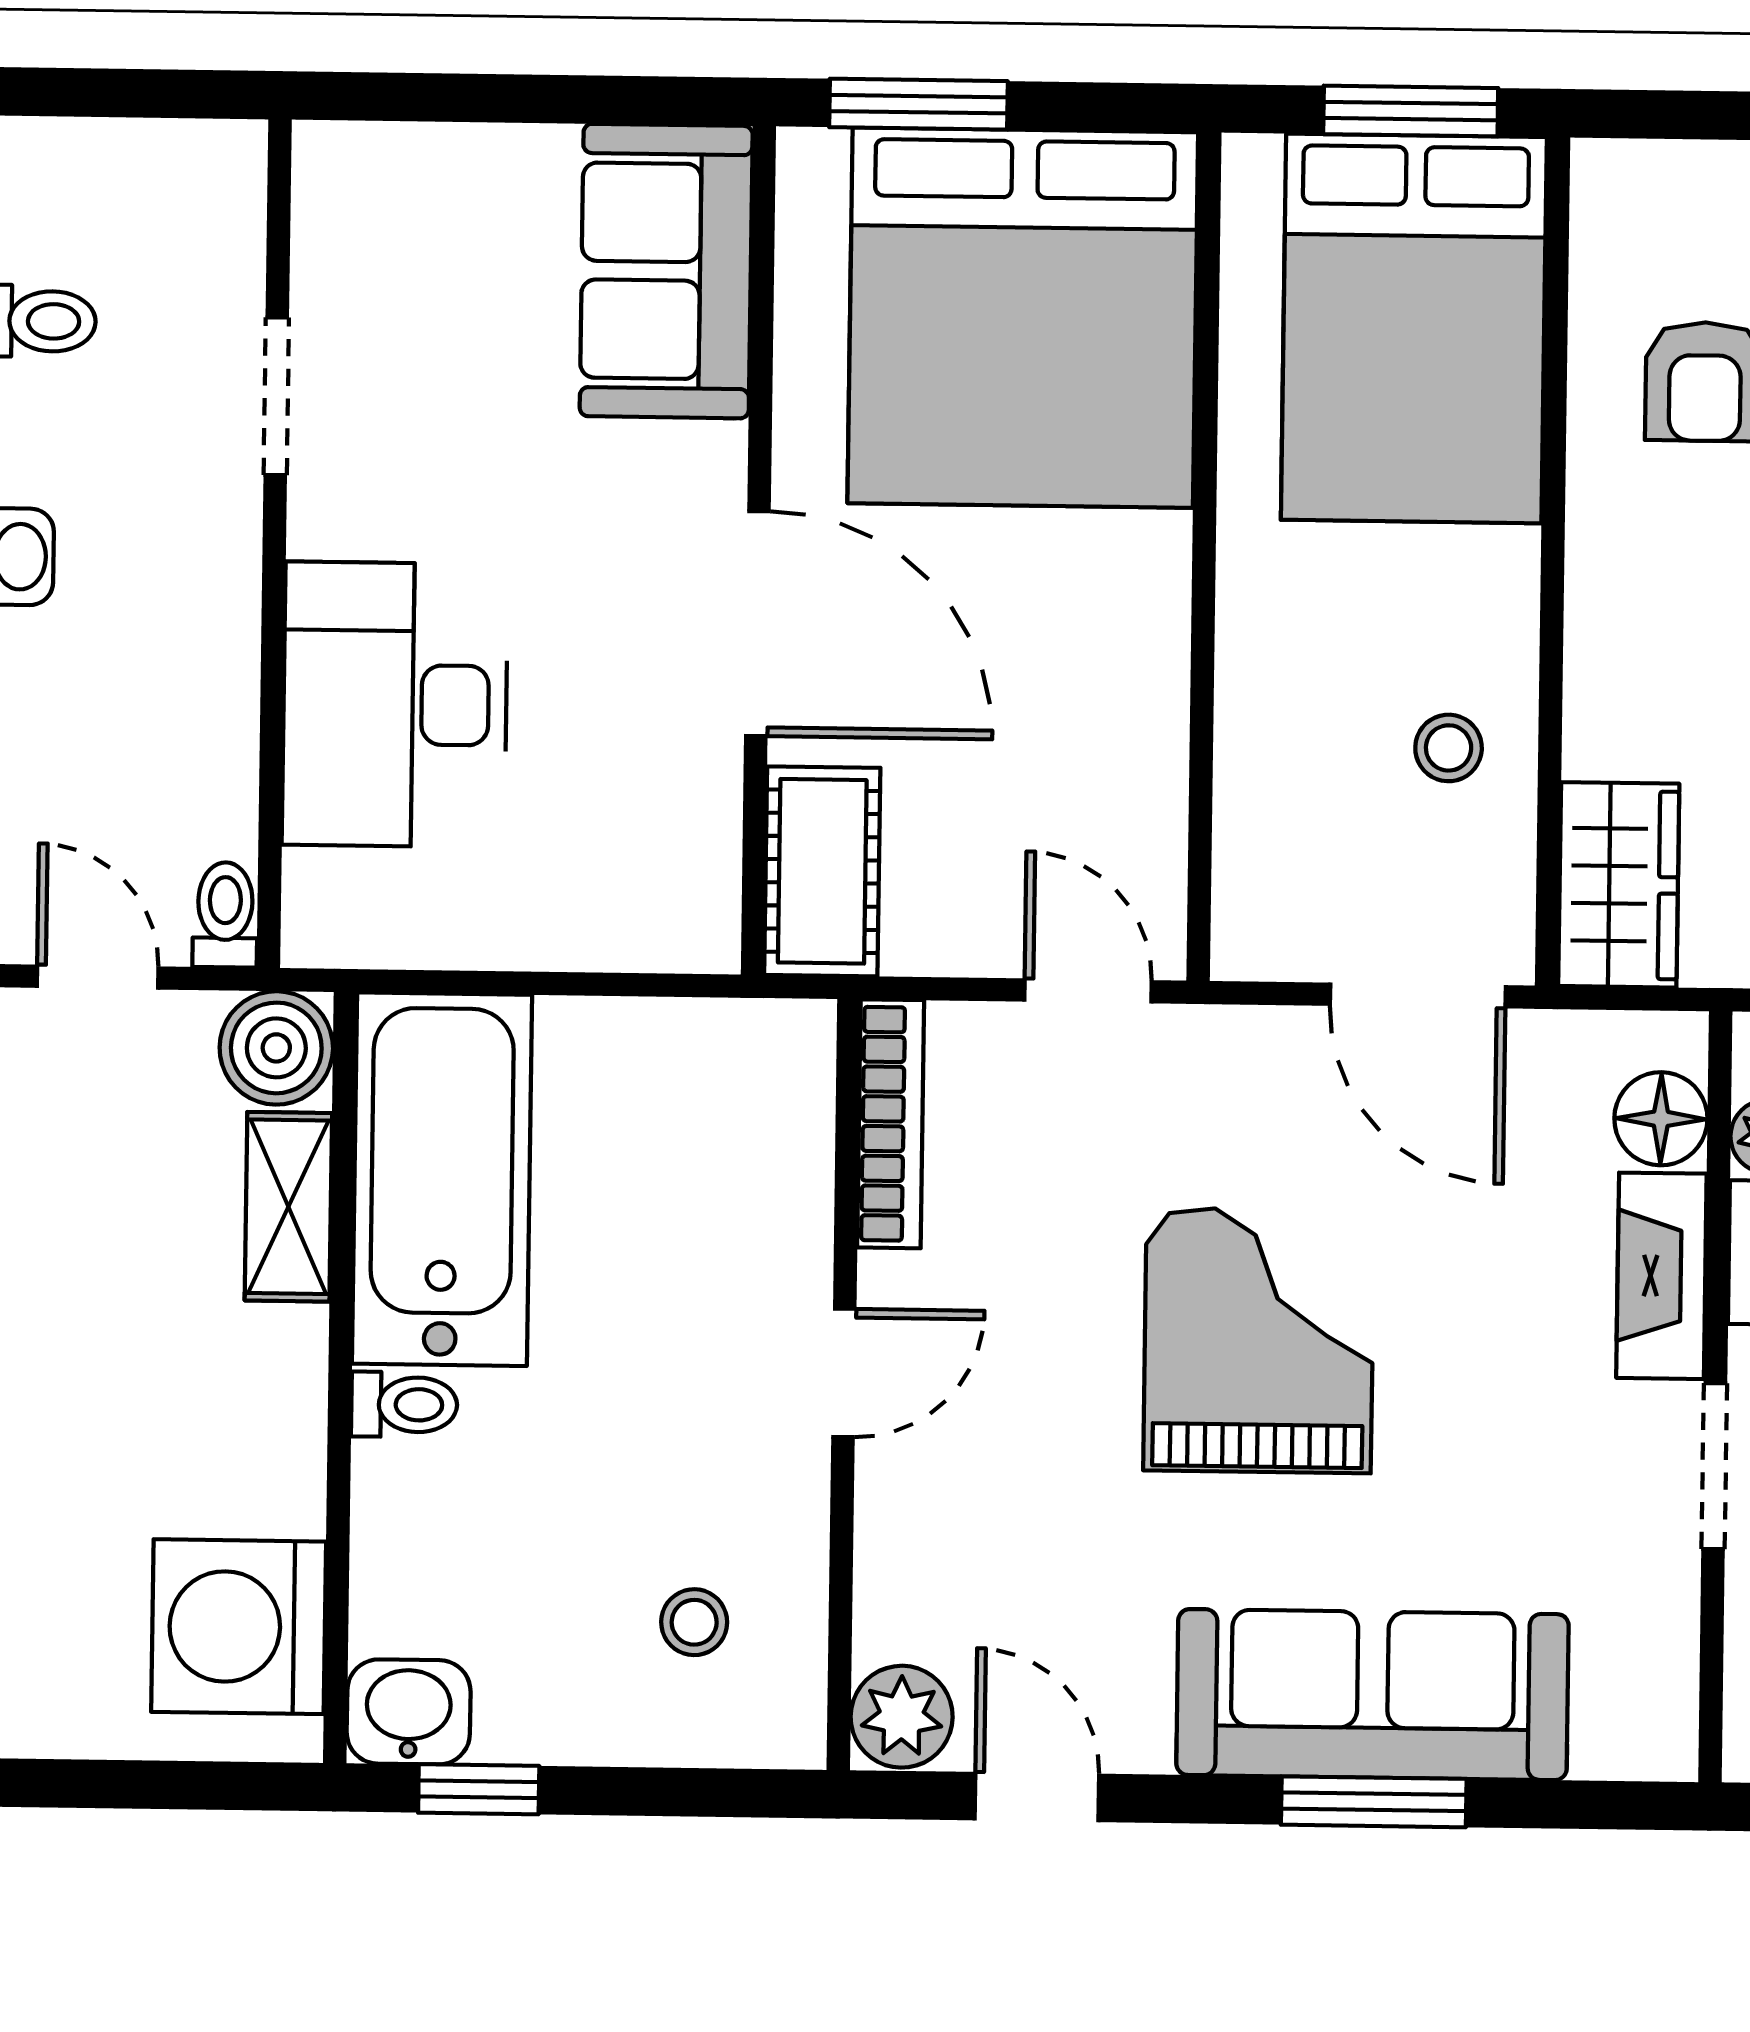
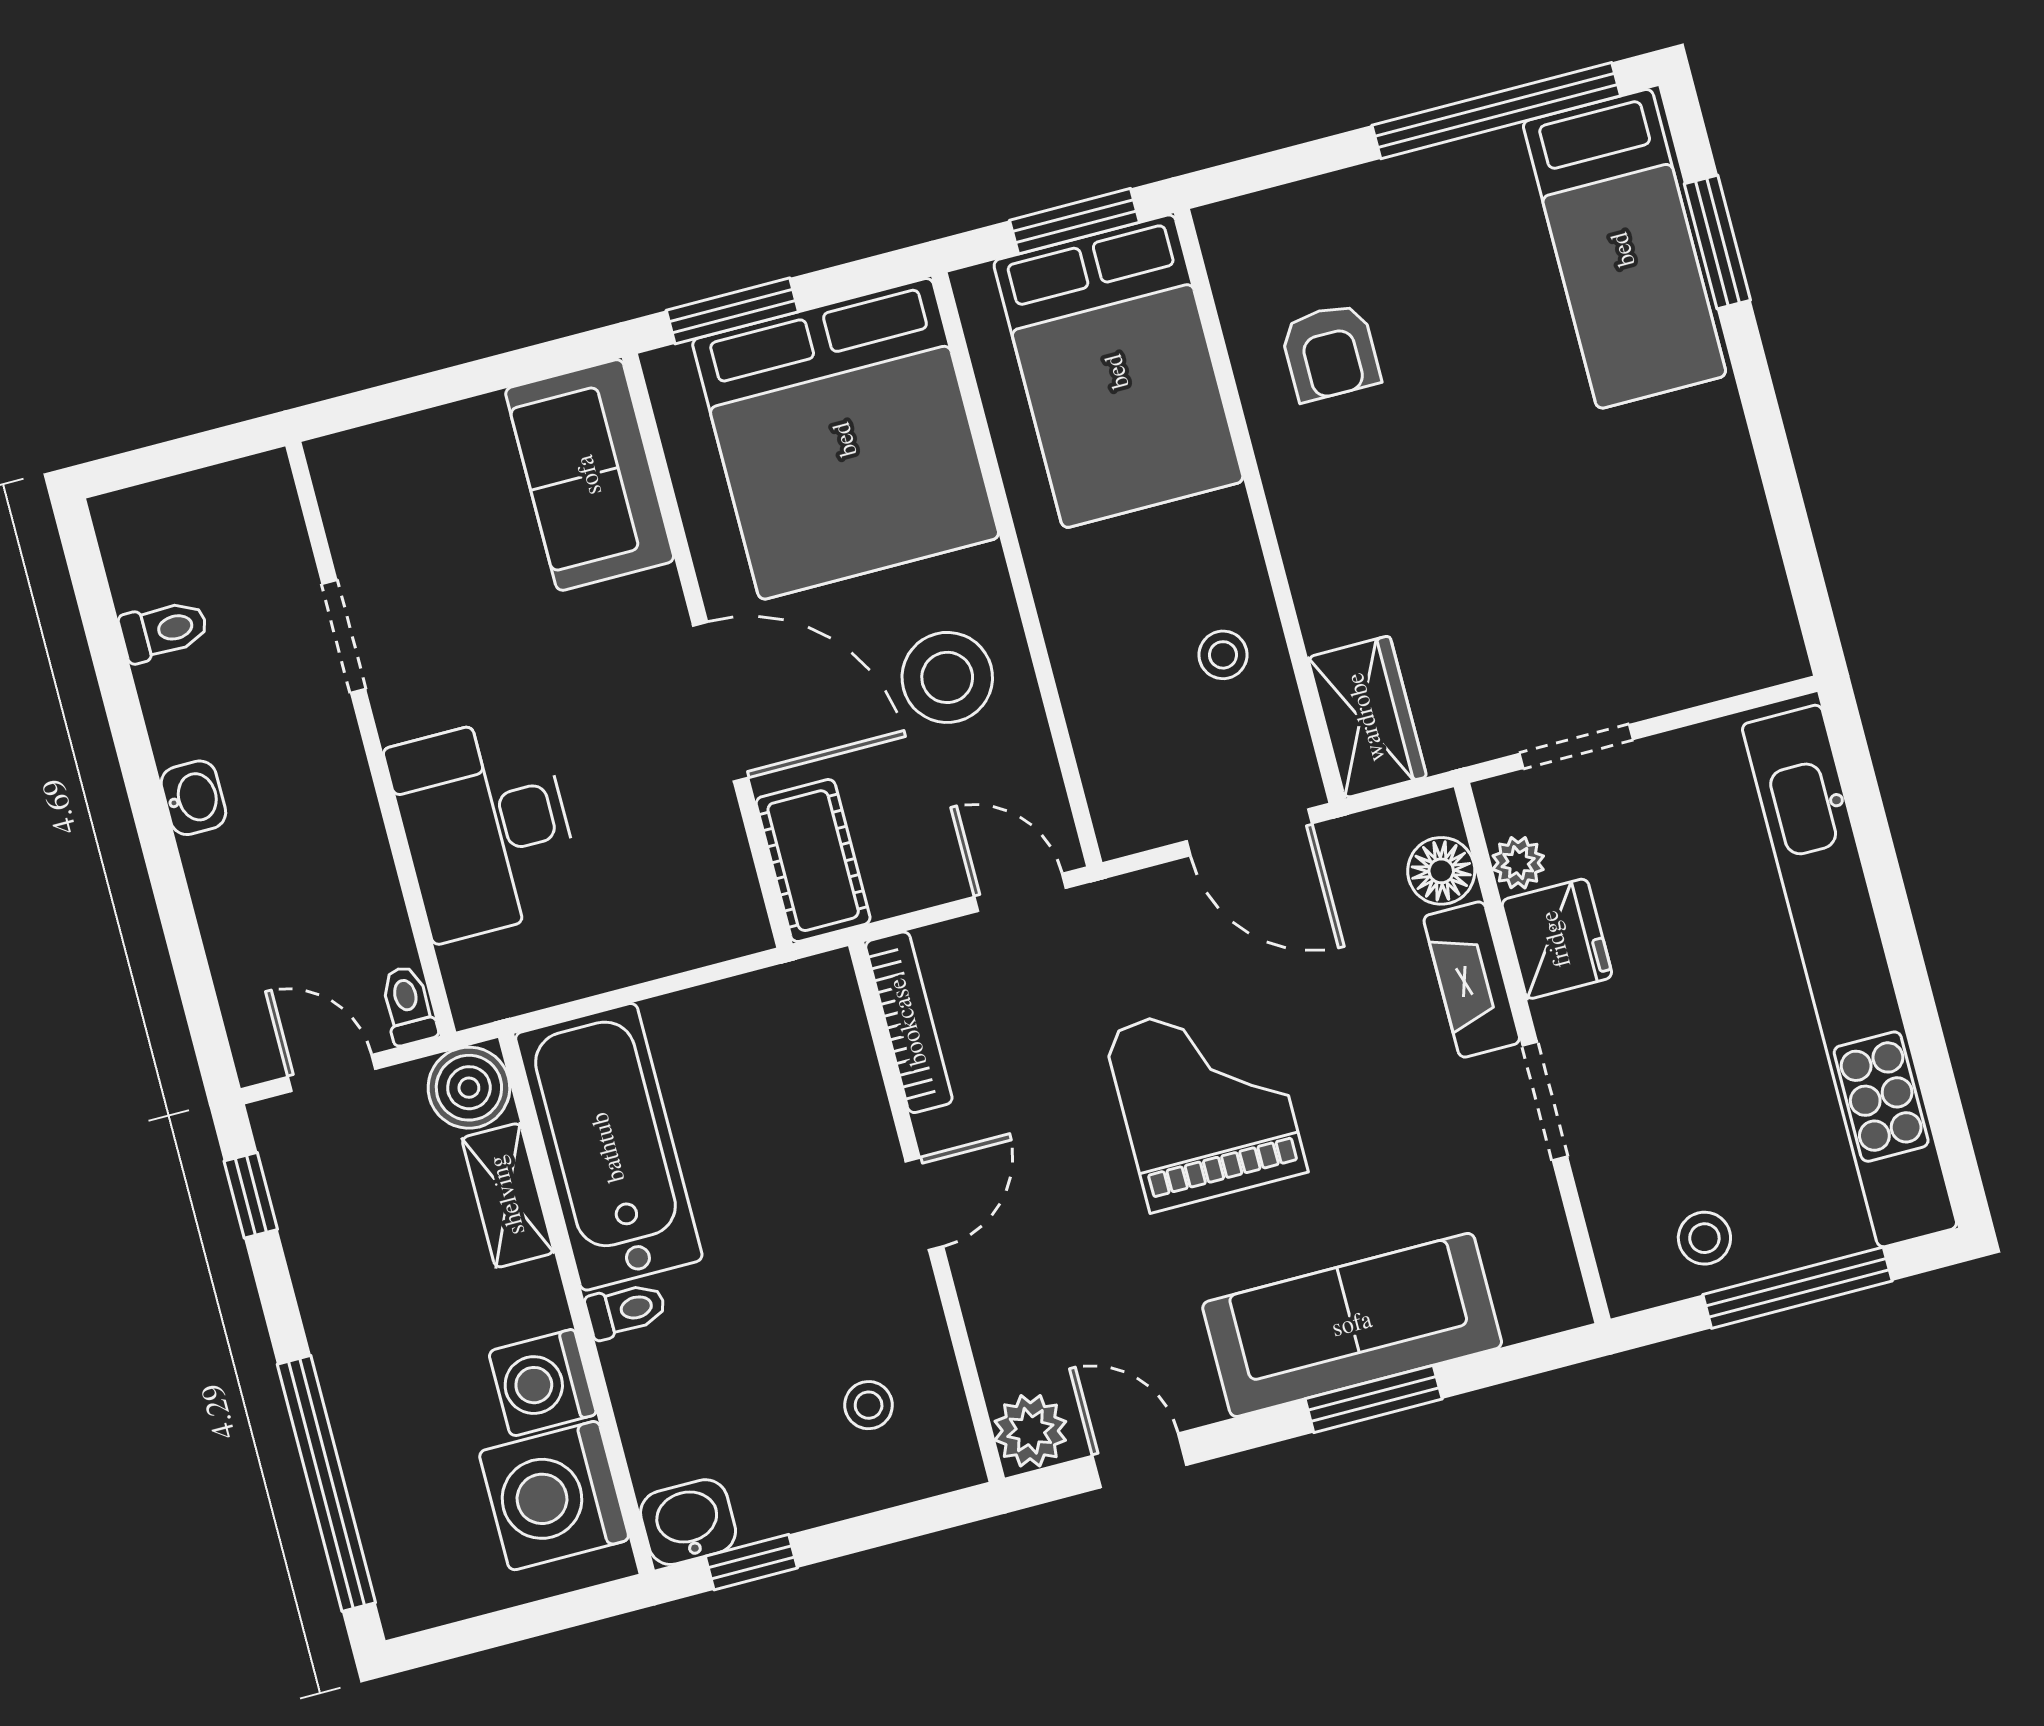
stool: (1070, 676) -> (947, 677), added
washing machine: (265, 1471) -> (542, 1383), added

